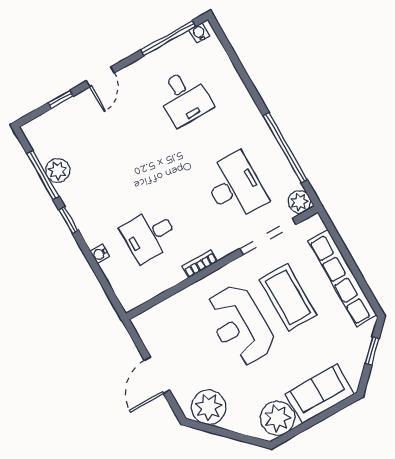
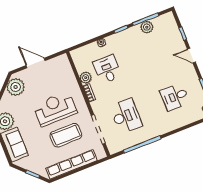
desk: (235, 187) -> (126, 116), turned -90
plant: (299, 202) -> (86, 78), moved

